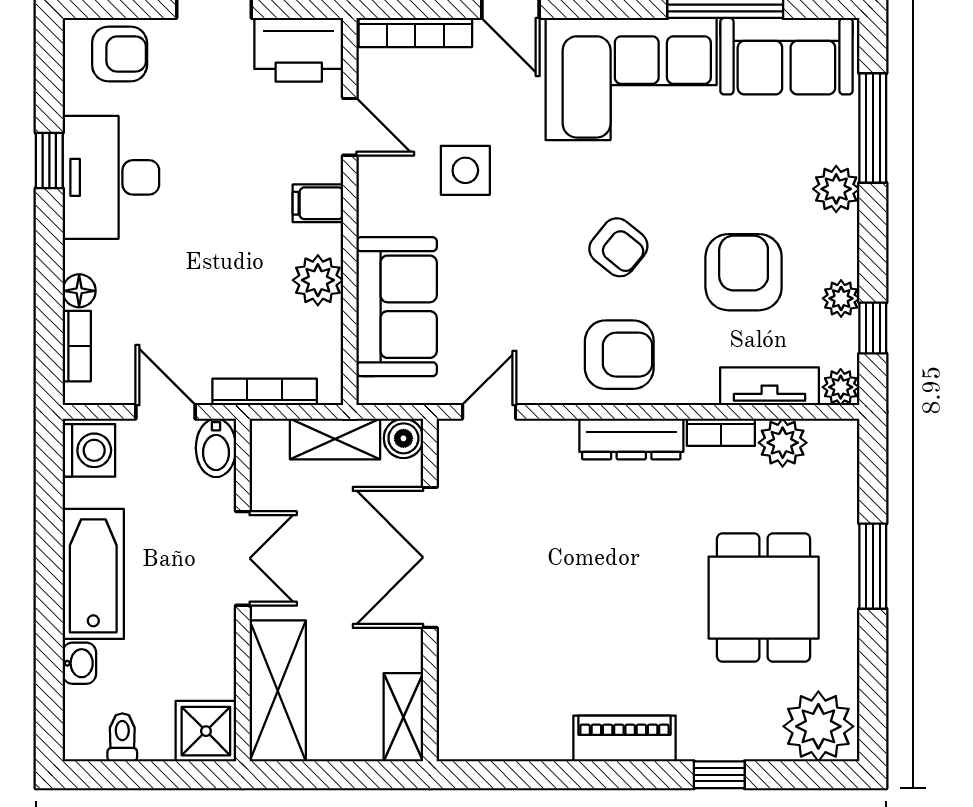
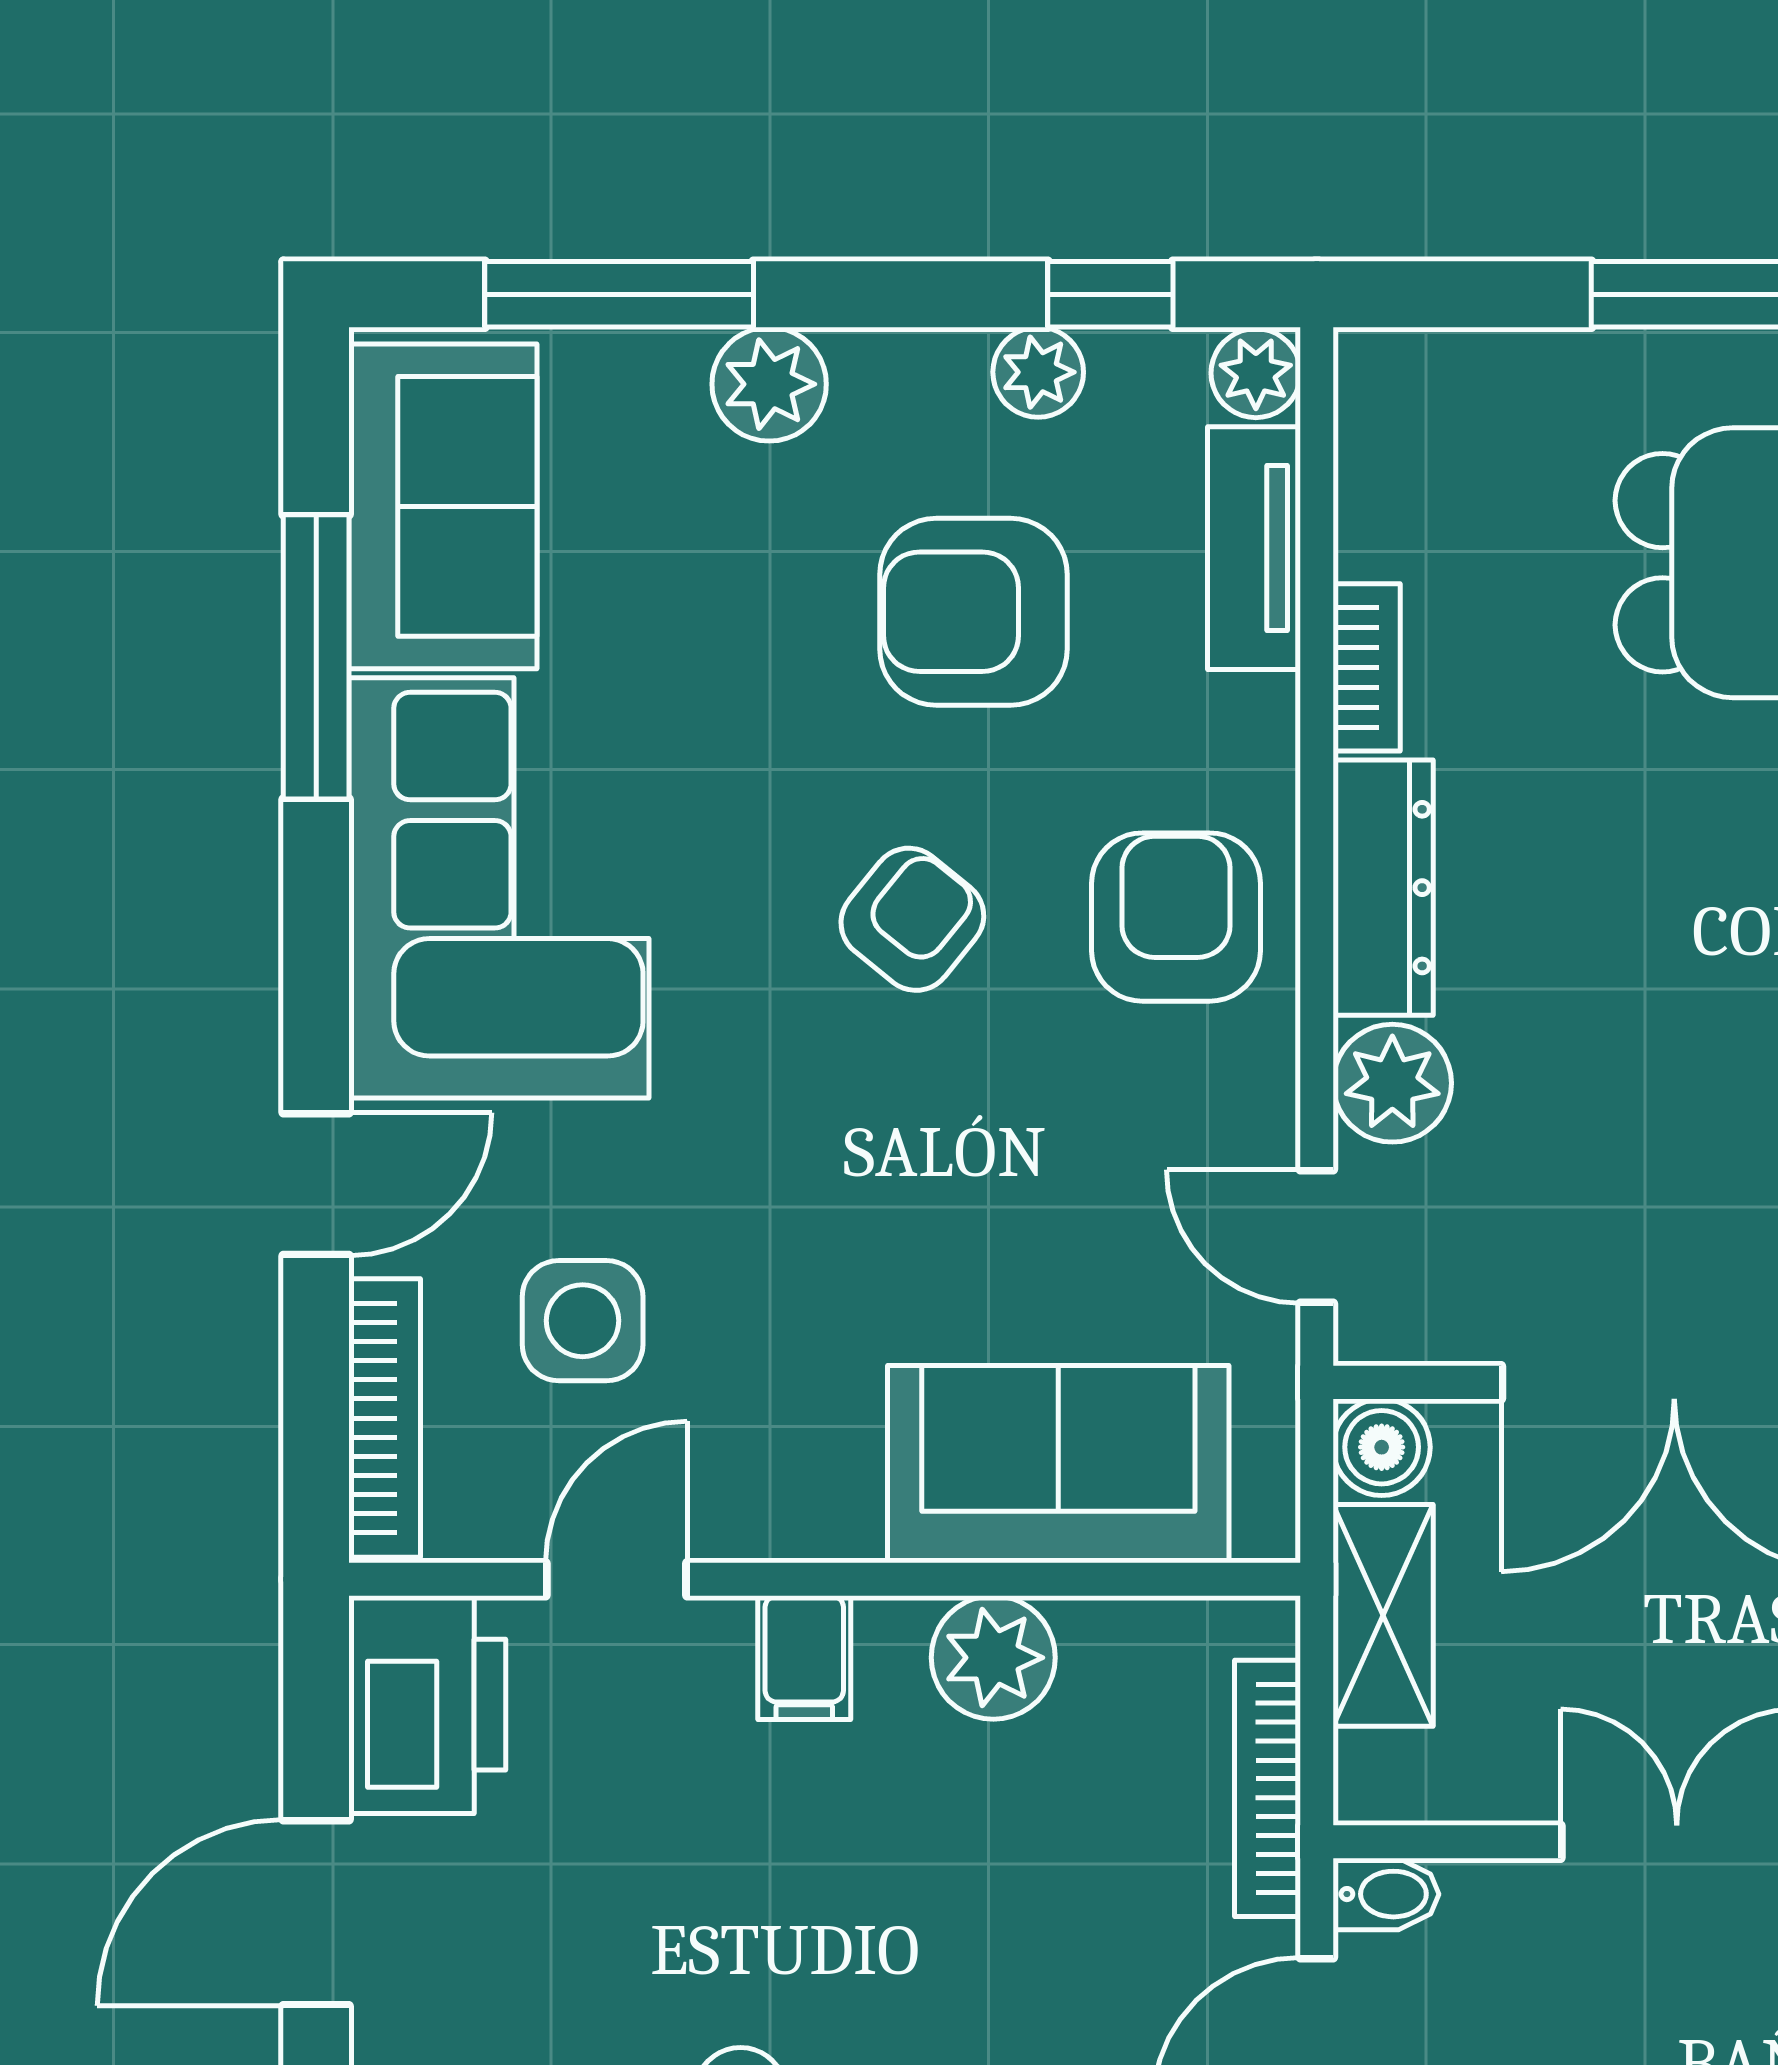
side table: (465, 170) -> (583, 1321), moved
plant: (783, 443) -> (1392, 1083), moved
bidet: (216, 448) -> (1386, 1894), width x0.72, depth x0.74

